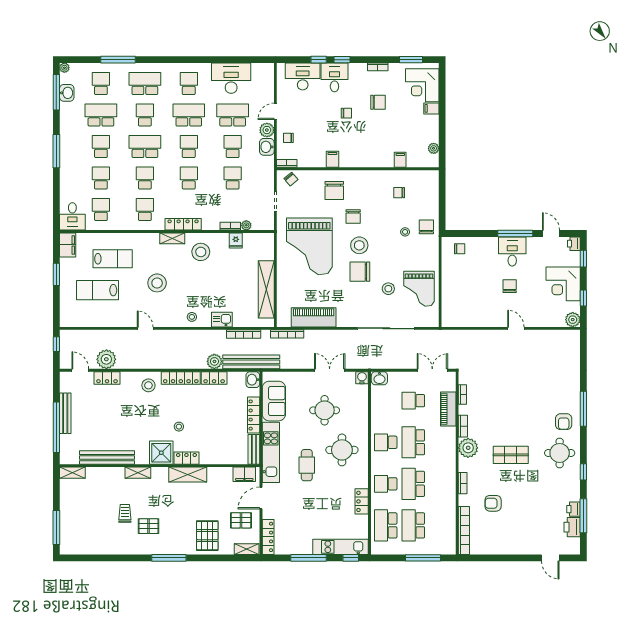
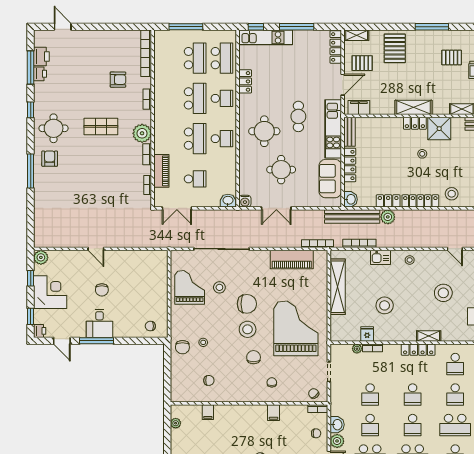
chair: (334, 191) -> (272, 382), width x0.54, depth x0.54
stool: (201, 252) -> (385, 305), moved

